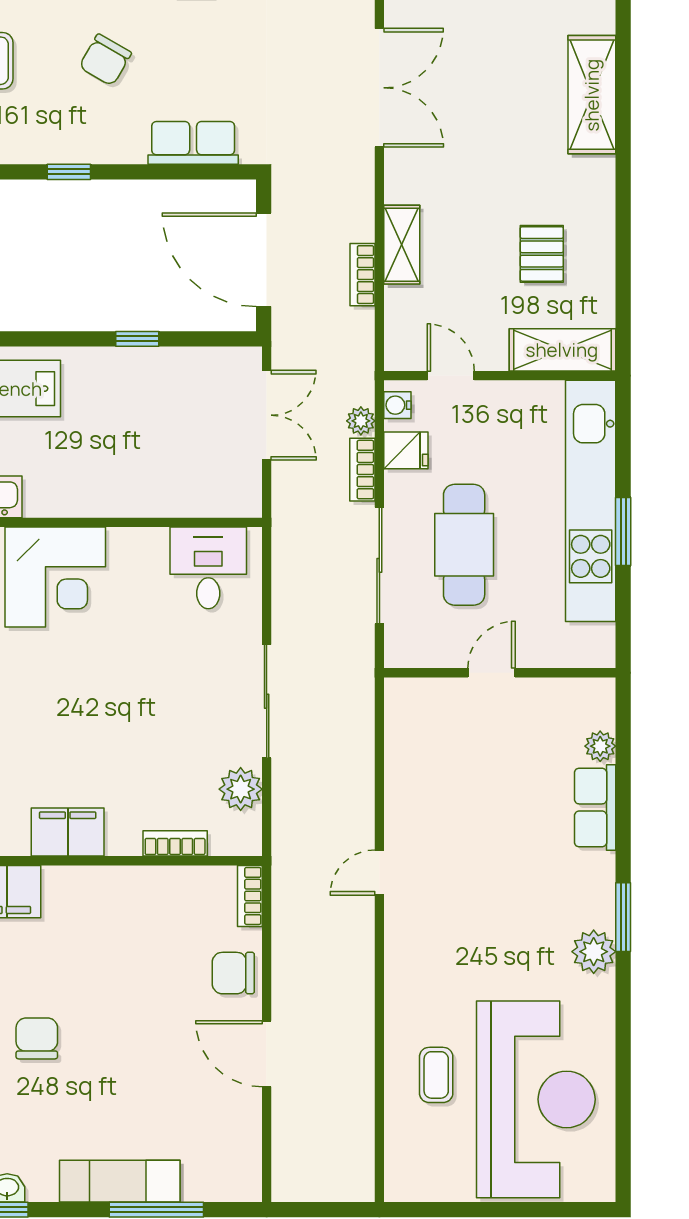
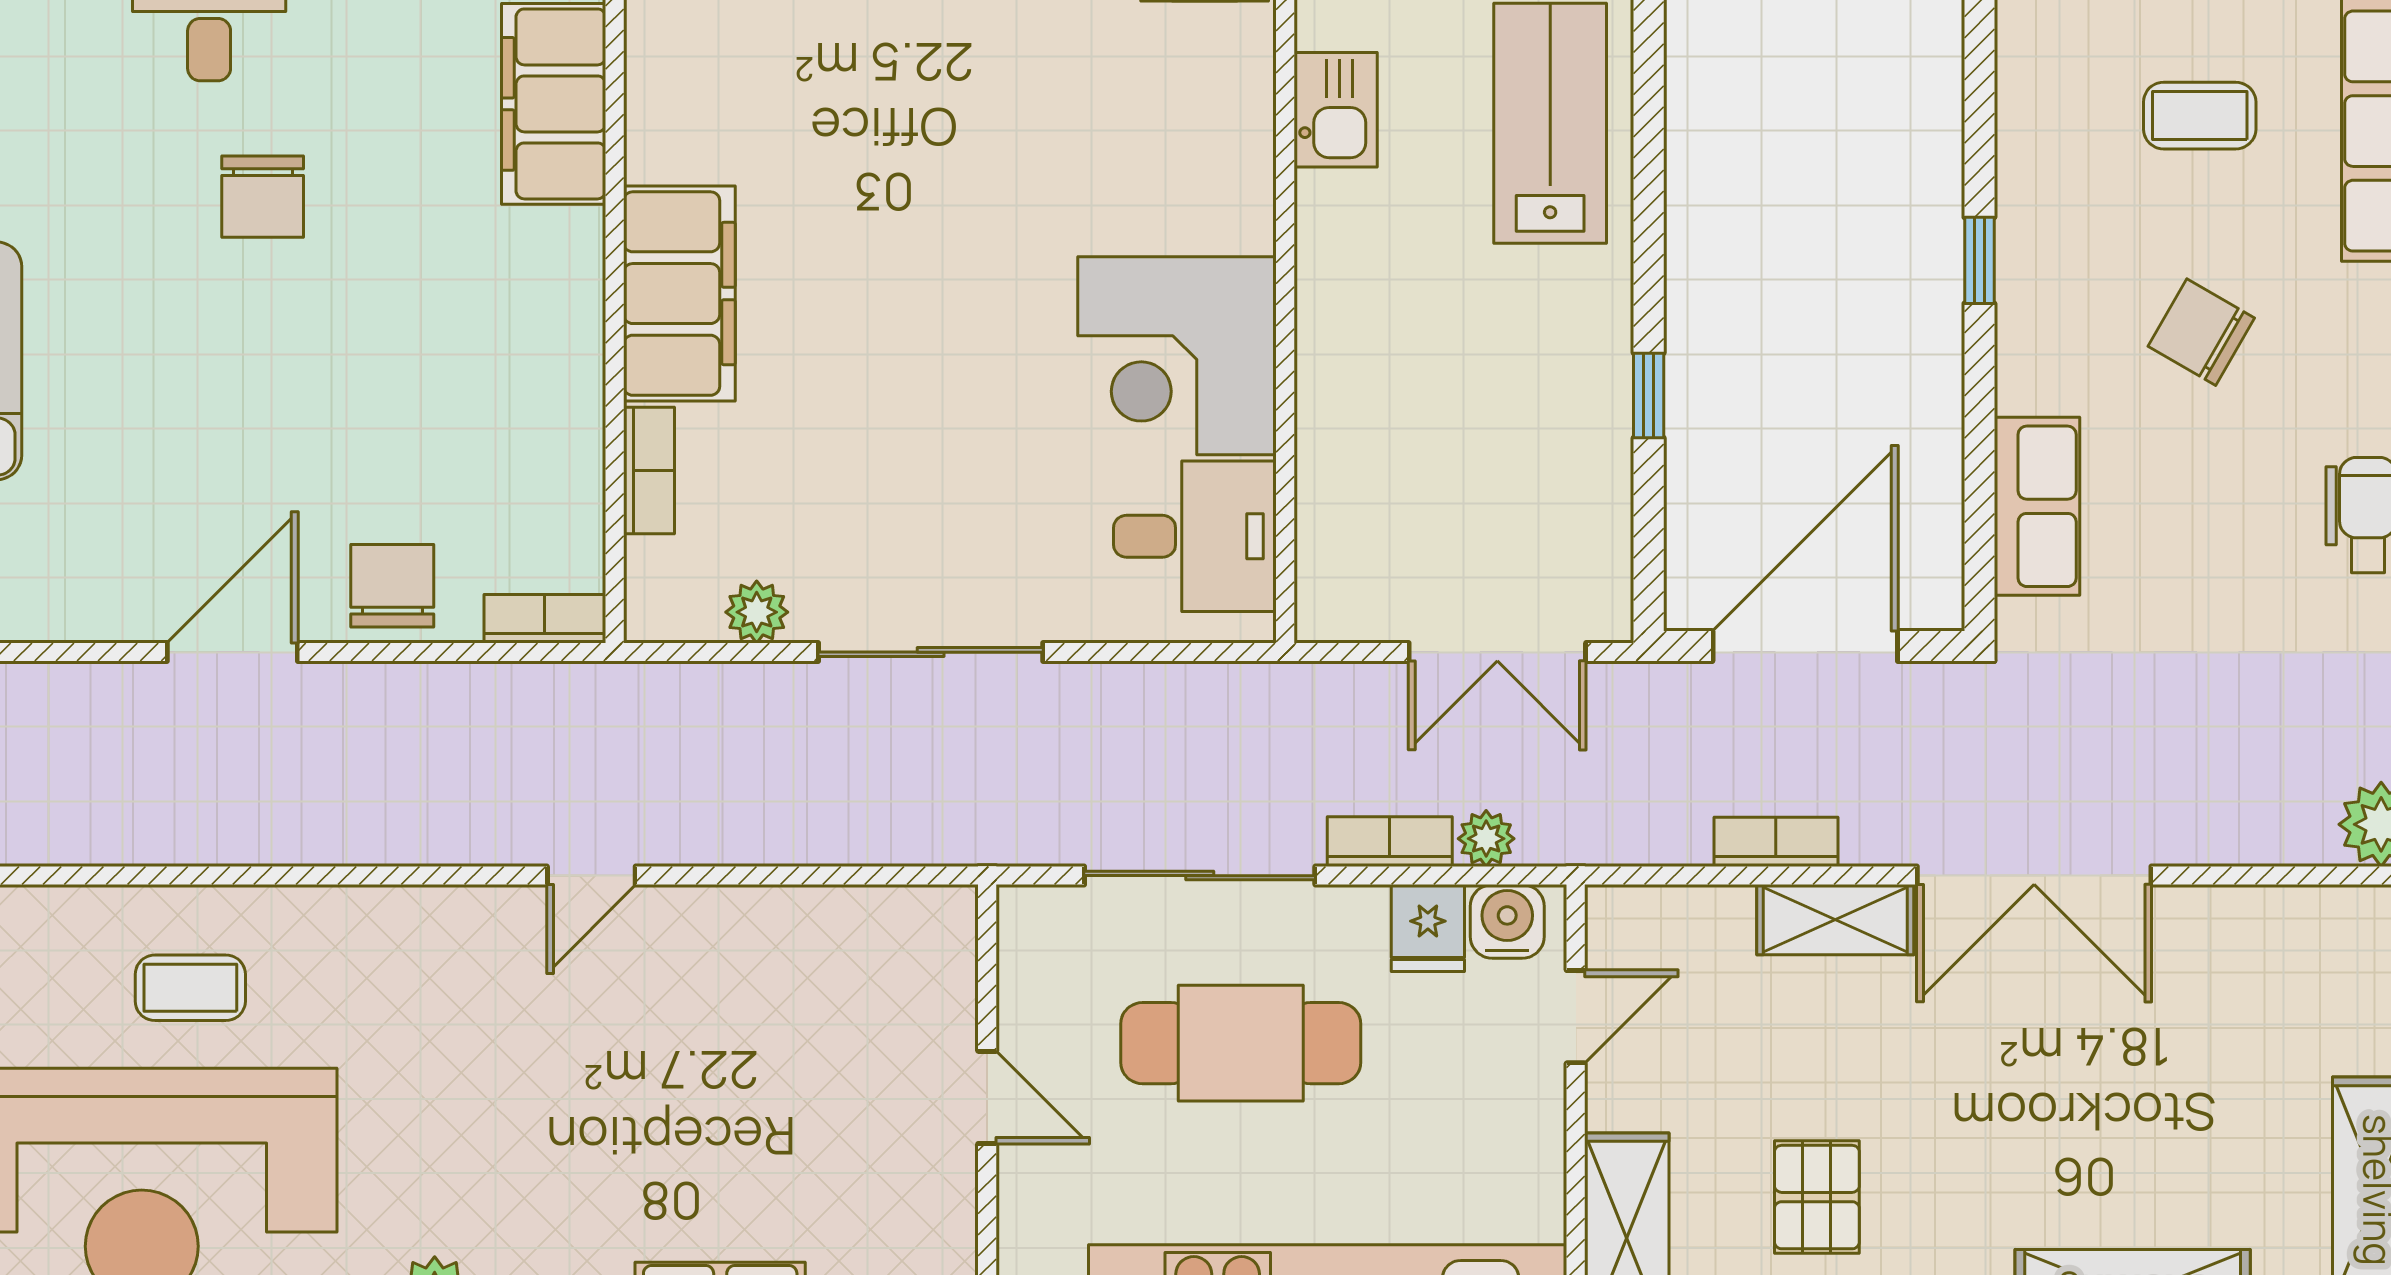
double door: (379, 88) -> (2034, 876), moved
pallet: (542, 254) -> (1817, 1197), turned 90
water cooler: (397, 405) -> (1507, 921), width x1.38, depth x1.38
corner desk: (55, 577) -> (1177, 356), moved
plant: (241, 789) -> (757, 612), width x0.73, depth x0.73
filing cabinet: (68, 832) -> (679, 294), width x1.50, depth x1.17
door: (379, 873) -> (591, 876), swing flipped
chair: (37, 1038) -> (263, 197), turned 90

